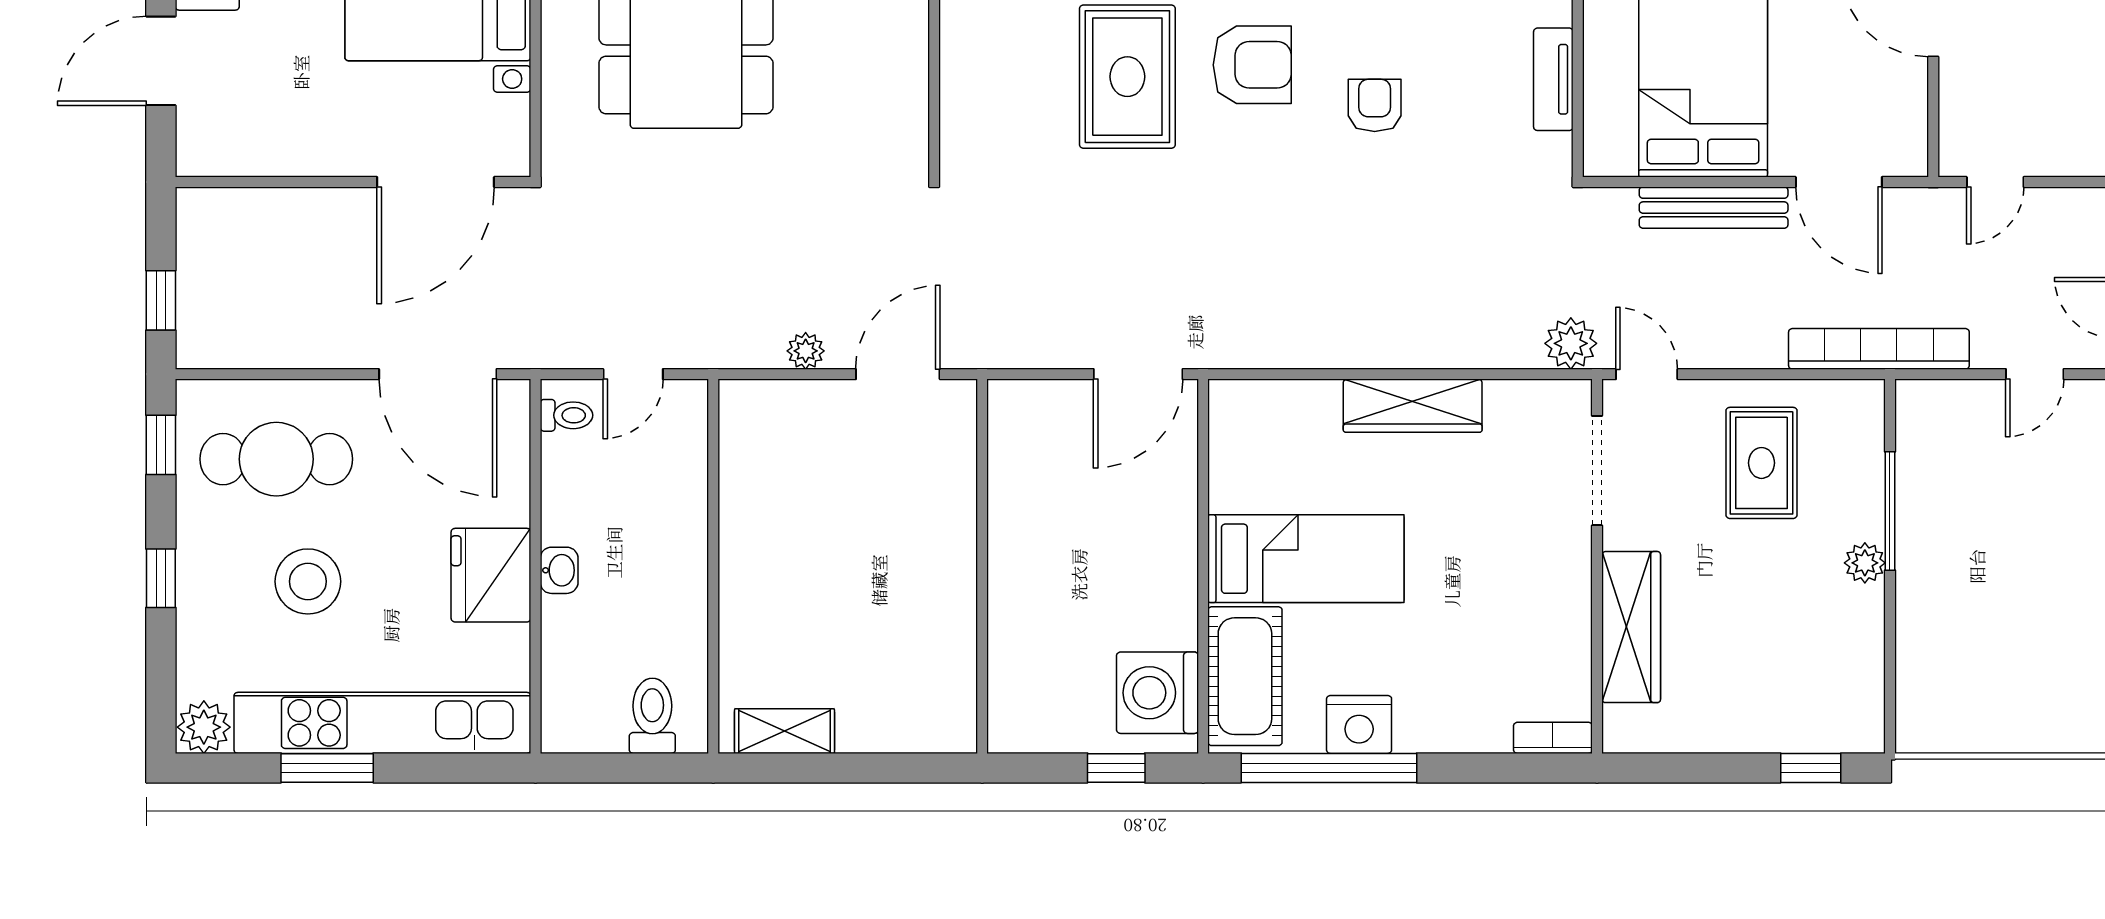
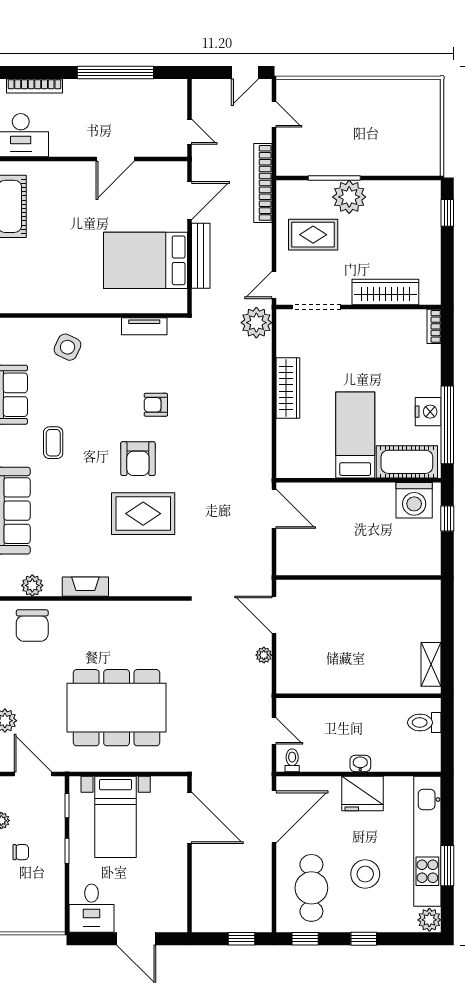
armchair: (1252, 65) -> (138, 459), turned 180
plant: (1571, 343) -> (256, 323), width x1.36, depth x1.36
plant: (1865, 563) -> (349, 197), width x1.88, depth x1.88

